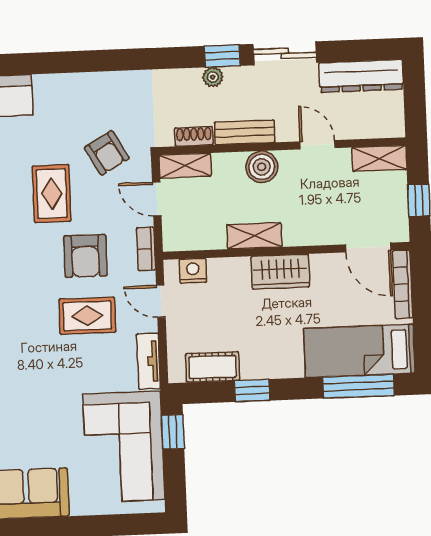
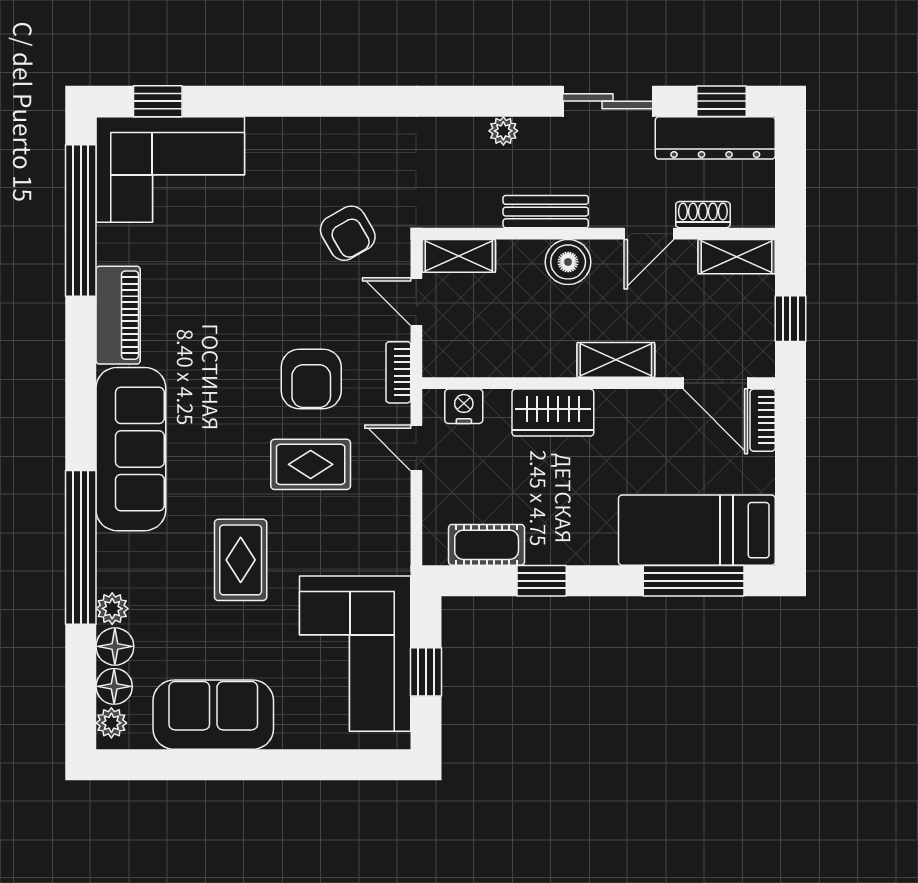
window: (222, 56) -> (722, 101), moved
shoe rack: (194, 136) -> (703, 215), moved
door: (317, 145) -> (649, 234), swing flipped
rug: (52, 194) -> (241, 560), moved
shelving: (254, 236) -> (616, 360), moved
wardrobe: (280, 272) -> (553, 413), moved
bookcase: (403, 284) -> (763, 420), width x0.64
tv unit: (149, 361) -> (395, 533), removed
window: (173, 432) -> (426, 672), moved

